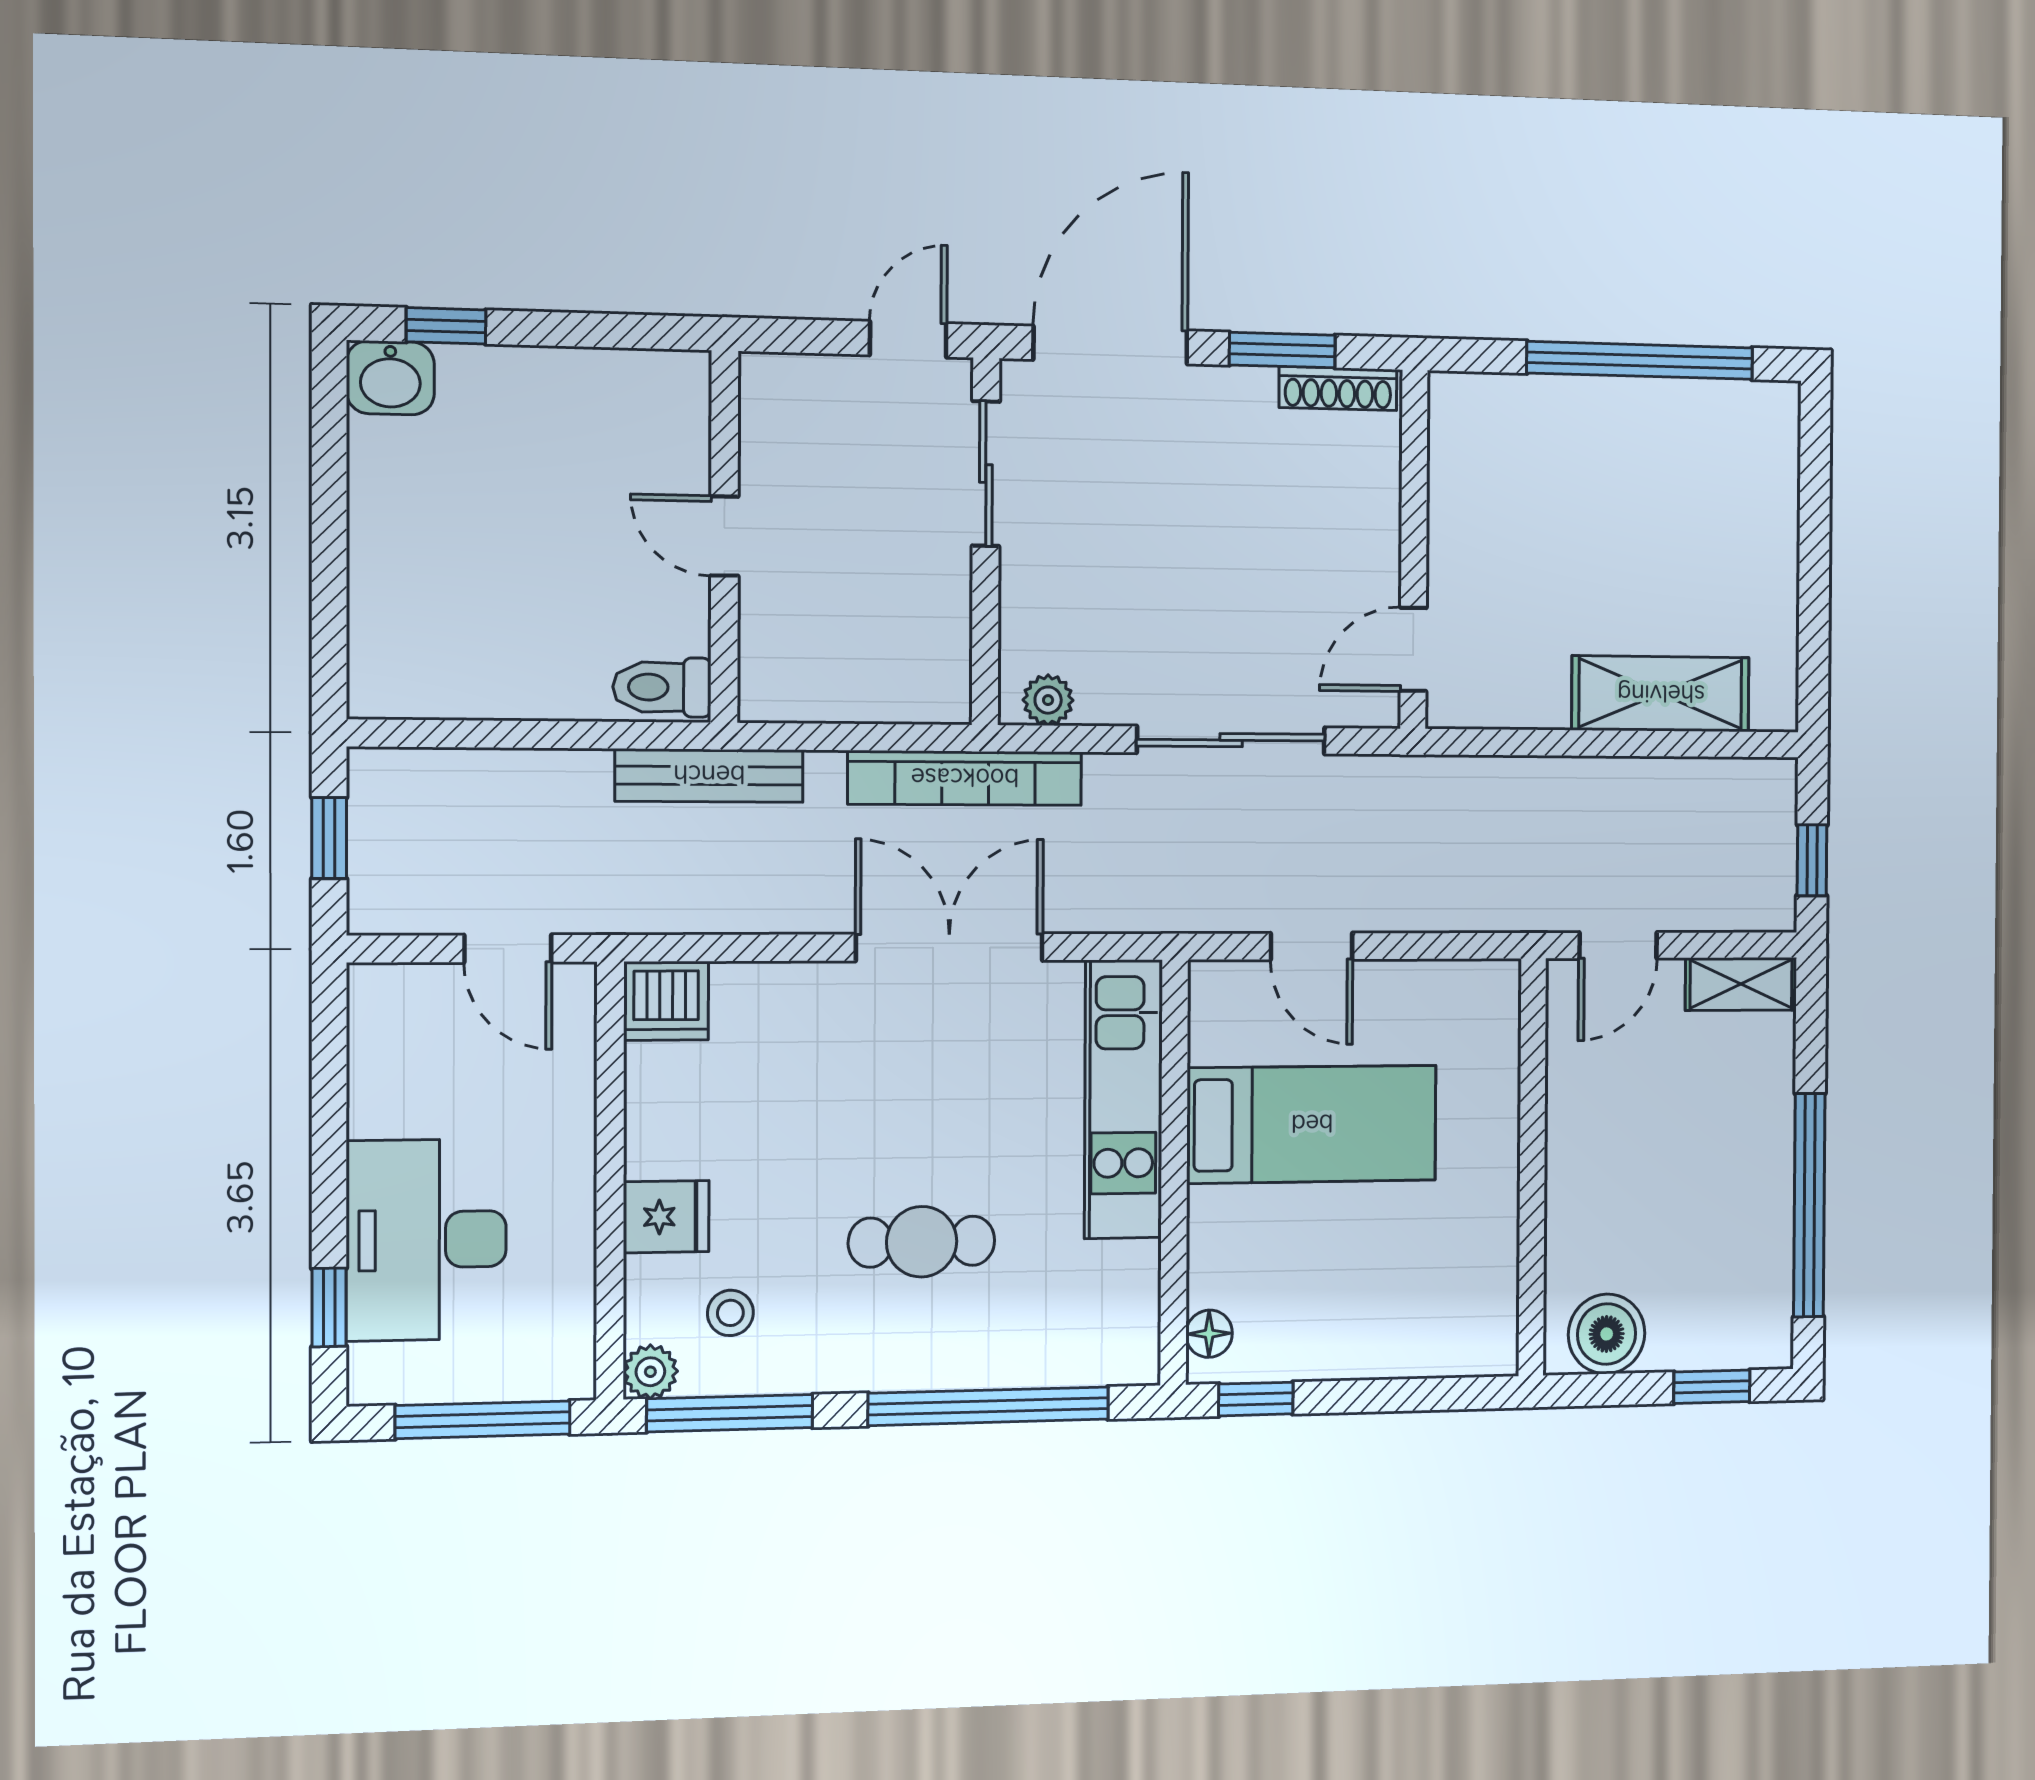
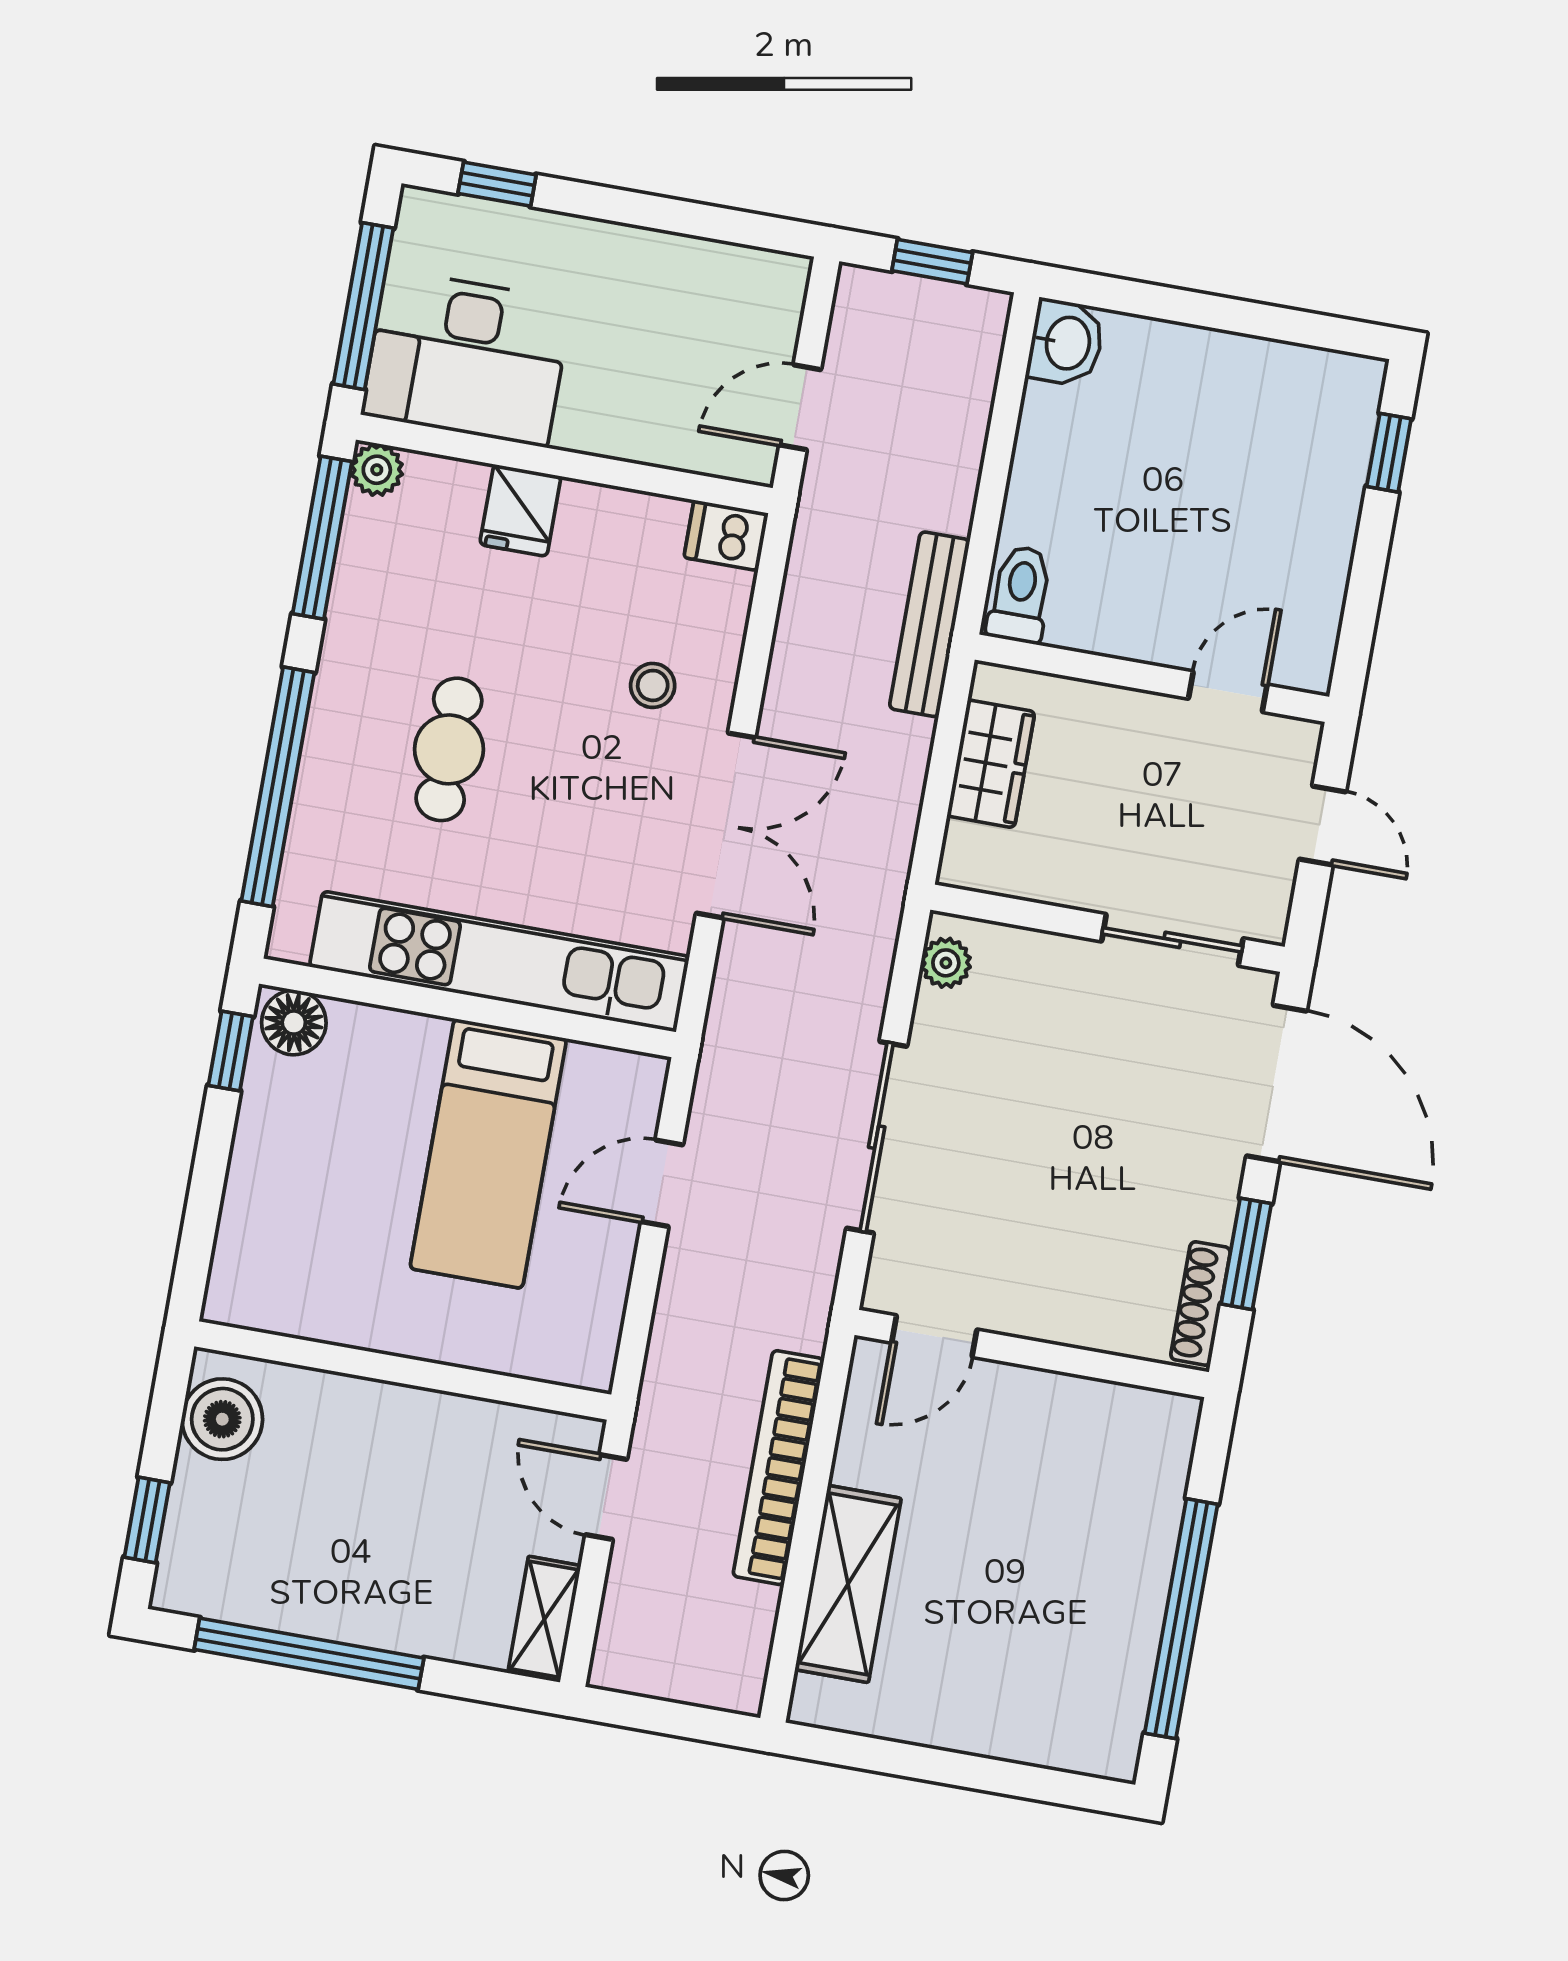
door: (908, 339) -> (1322, 825), moved
washbasin: (390, 378) -> (1066, 343), moved, turned 180
door: (724, 536) -> (1228, 692), moved
door: (1413, 649) -> (934, 1336), swing flipped
wardrobe: (841, 688) -> (991, 764), added
bookcase: (965, 778) -> (778, 1468), moved
window: (1812, 860) -> (654, 1715), removed
dishwasher: (666, 1001) -> (726, 535), width x0.73
kitchen unit: (1124, 1099) -> (499, 962), width x1.36
desk: (426, 1240) -> (467, 358), moved, turned 180
stool: (730, 1313) -> (653, 685), moved
floor lamp: (1209, 1334) -> (294, 1023), width x1.37, depth x1.37

